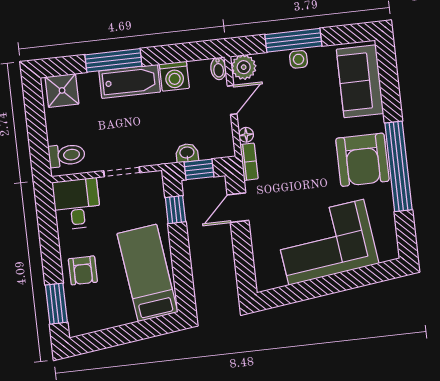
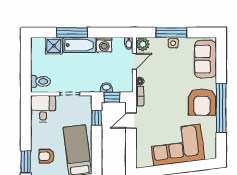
shower: (62, 90) -> (54, 46), moved
armchair: (83, 270) -> (46, 156), moved, turned 90

